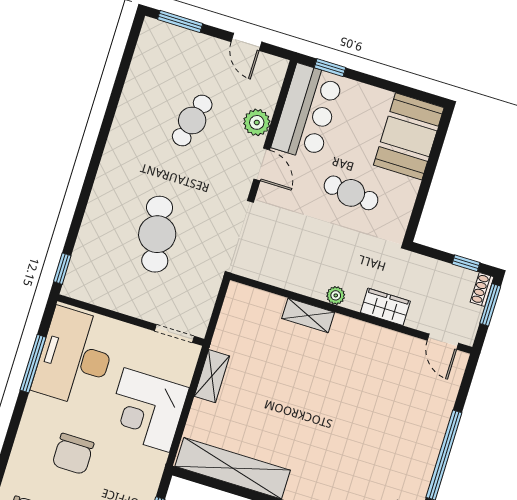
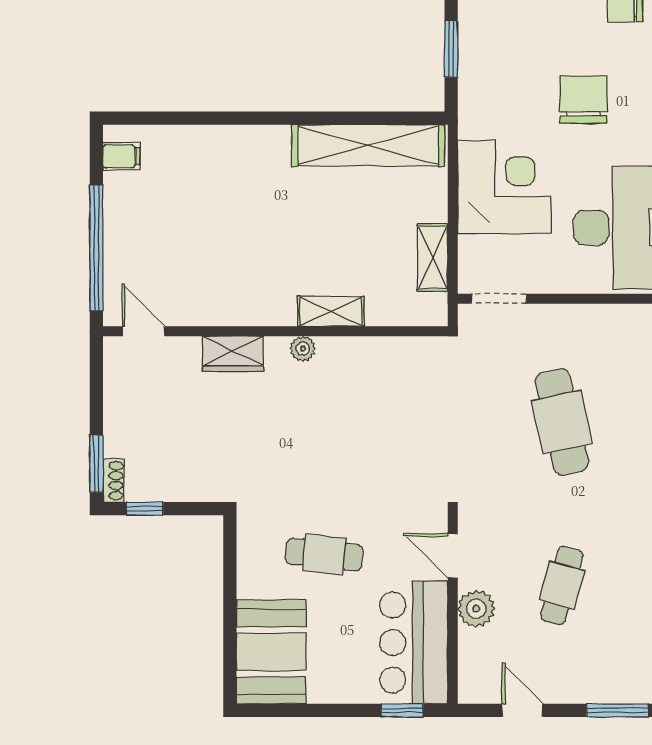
plant: (336, 295) -> (303, 349), moved
wardrobe: (385, 307) -> (233, 354), moved
wall: (351, 313) -> (275, 331), moved
shelving: (308, 315) -> (331, 311), moved
door: (443, 342) -> (144, 331), moved

